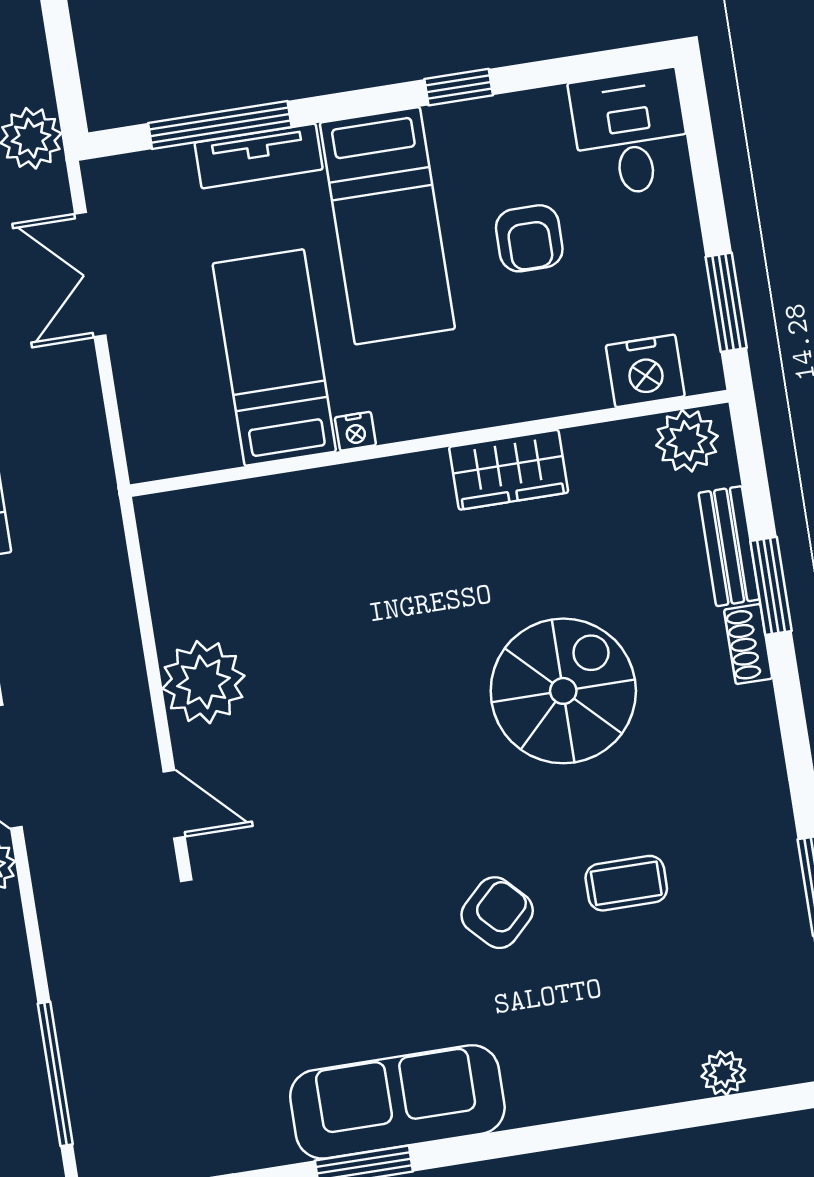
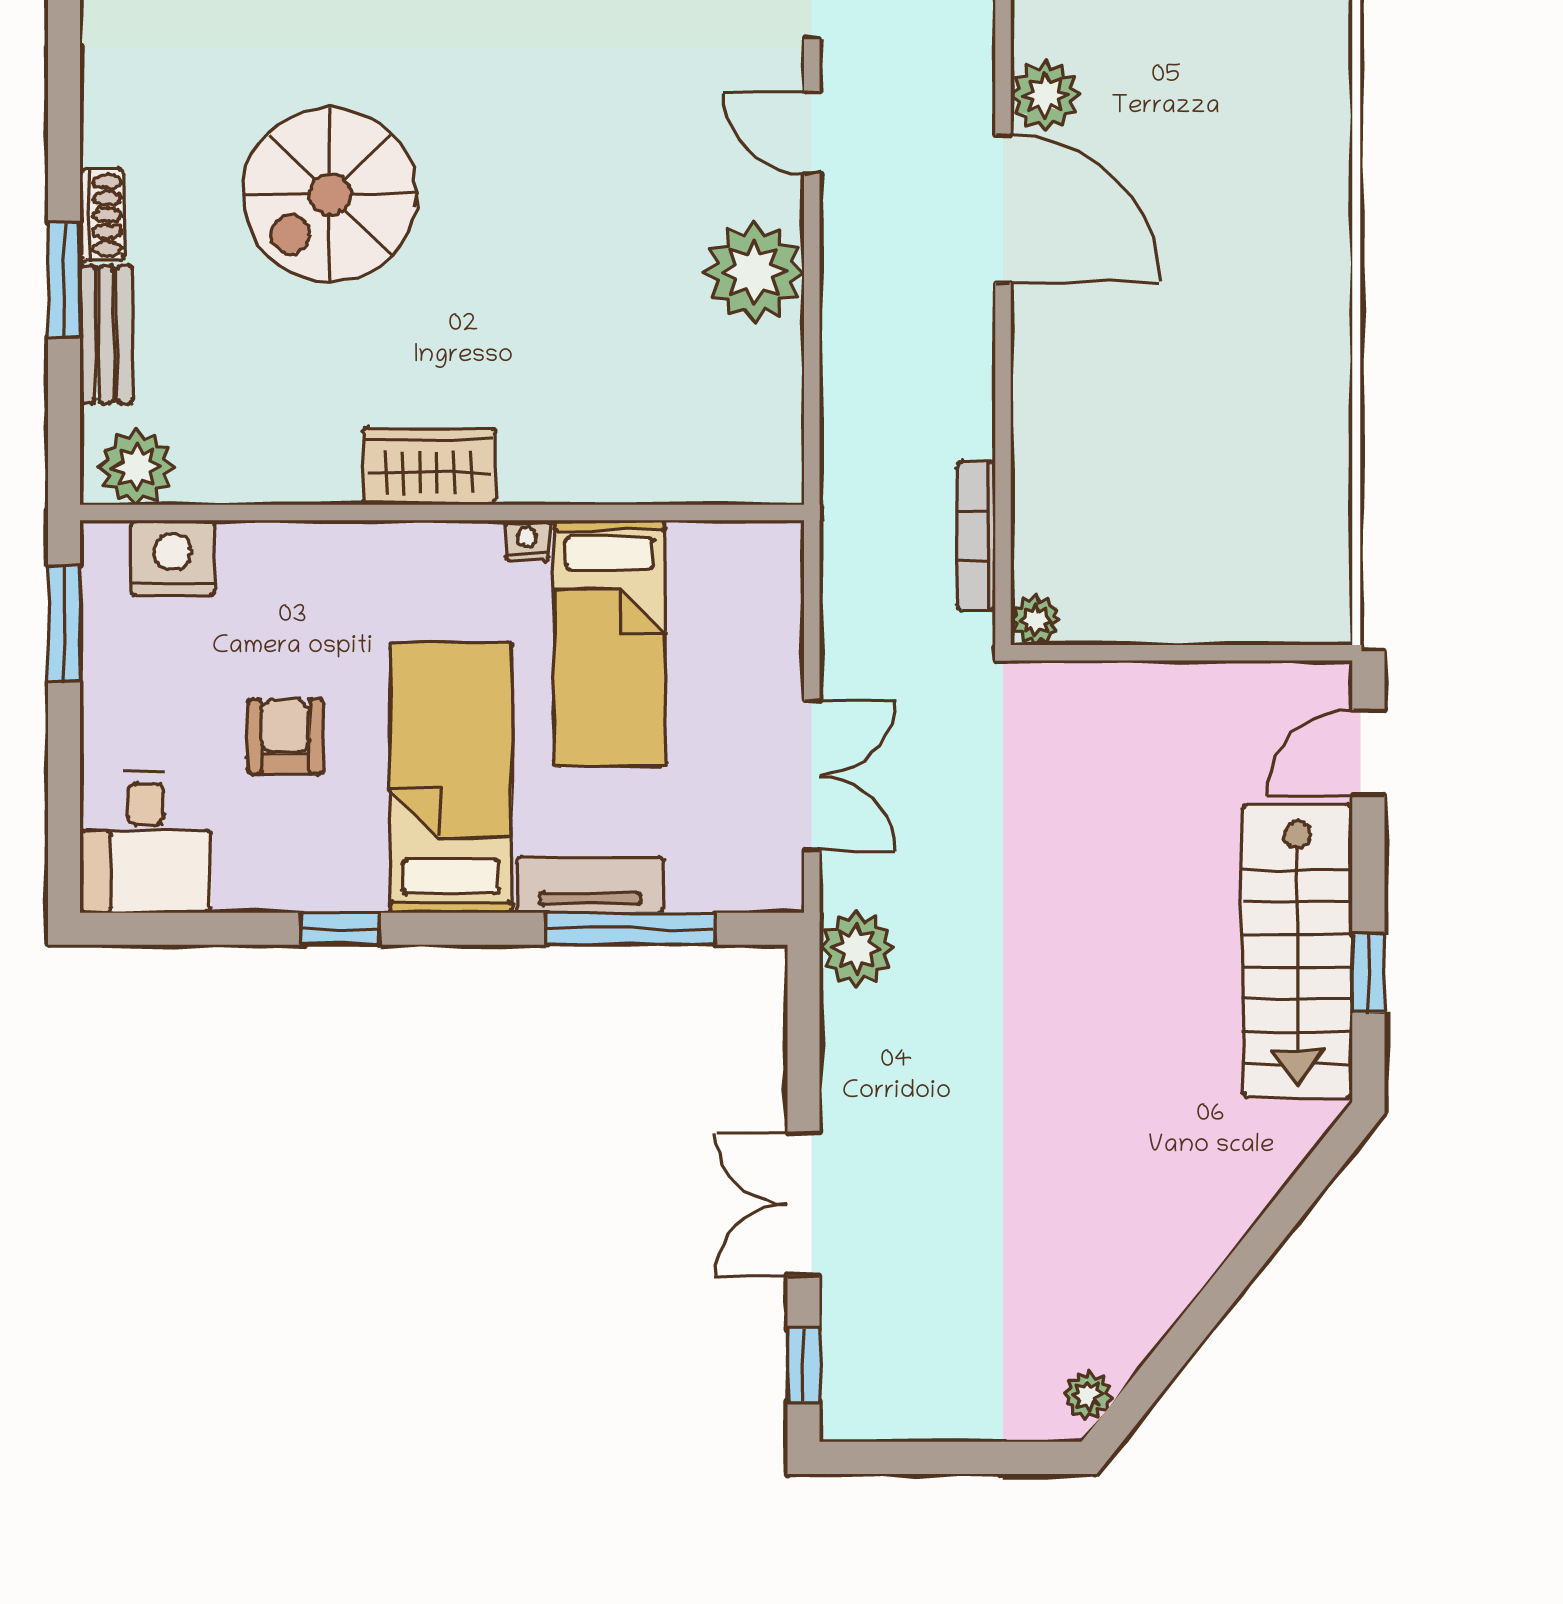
wardrobe: (509, 470) -> (429, 466), moved

